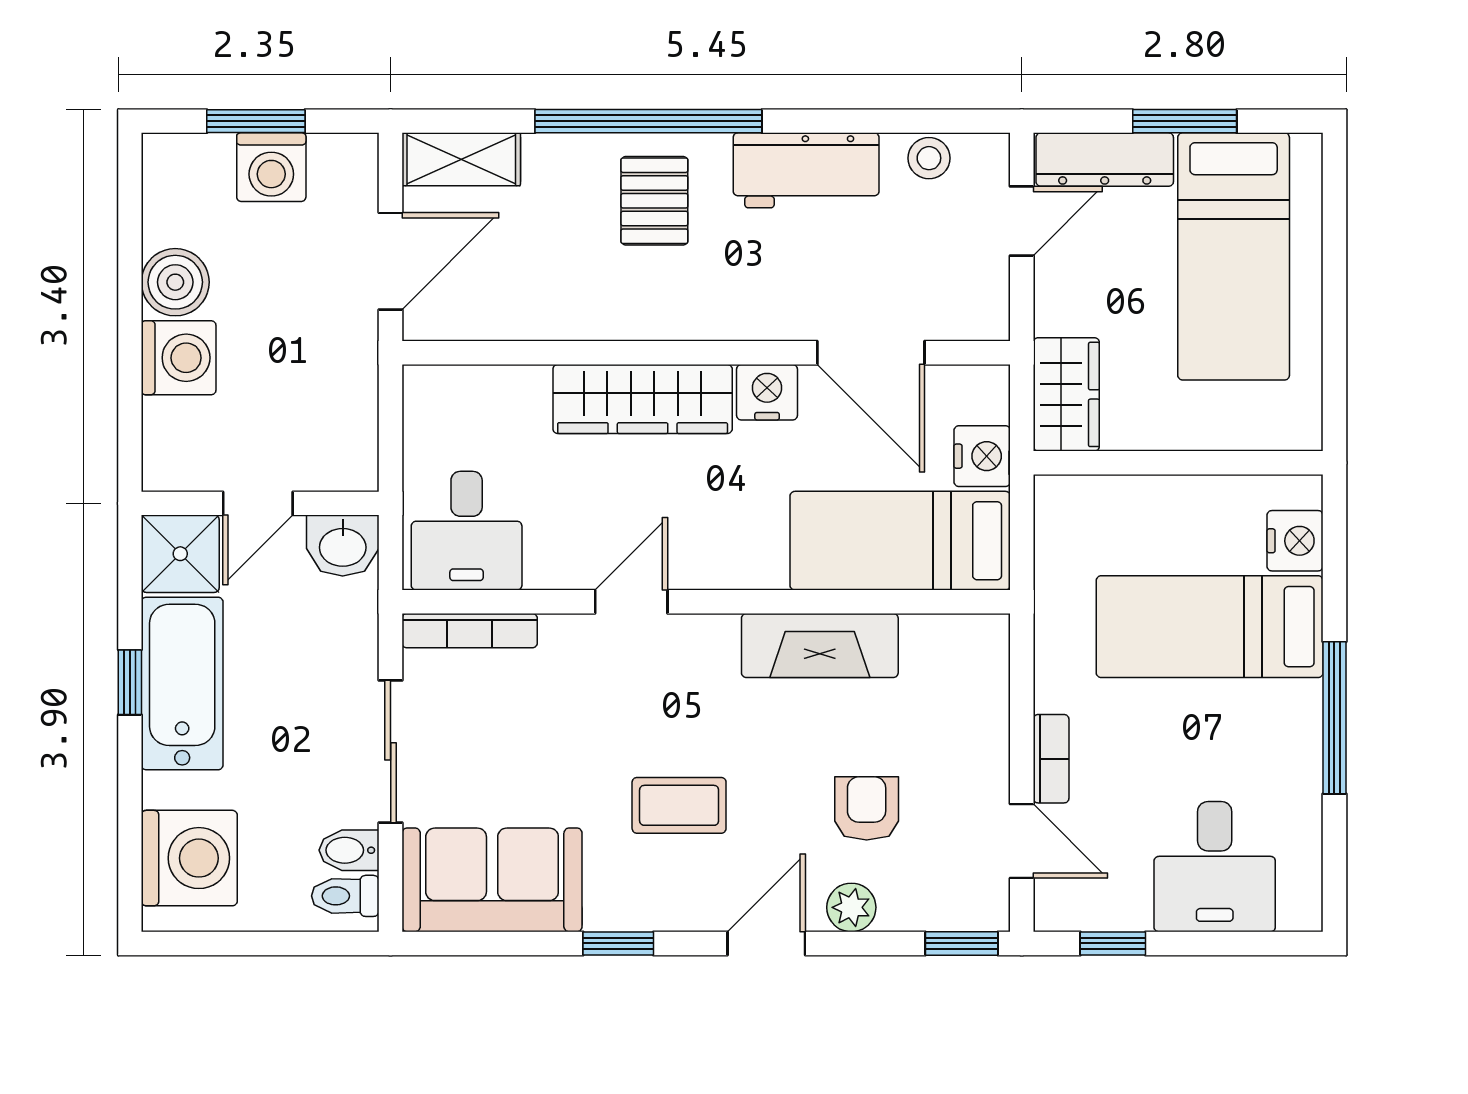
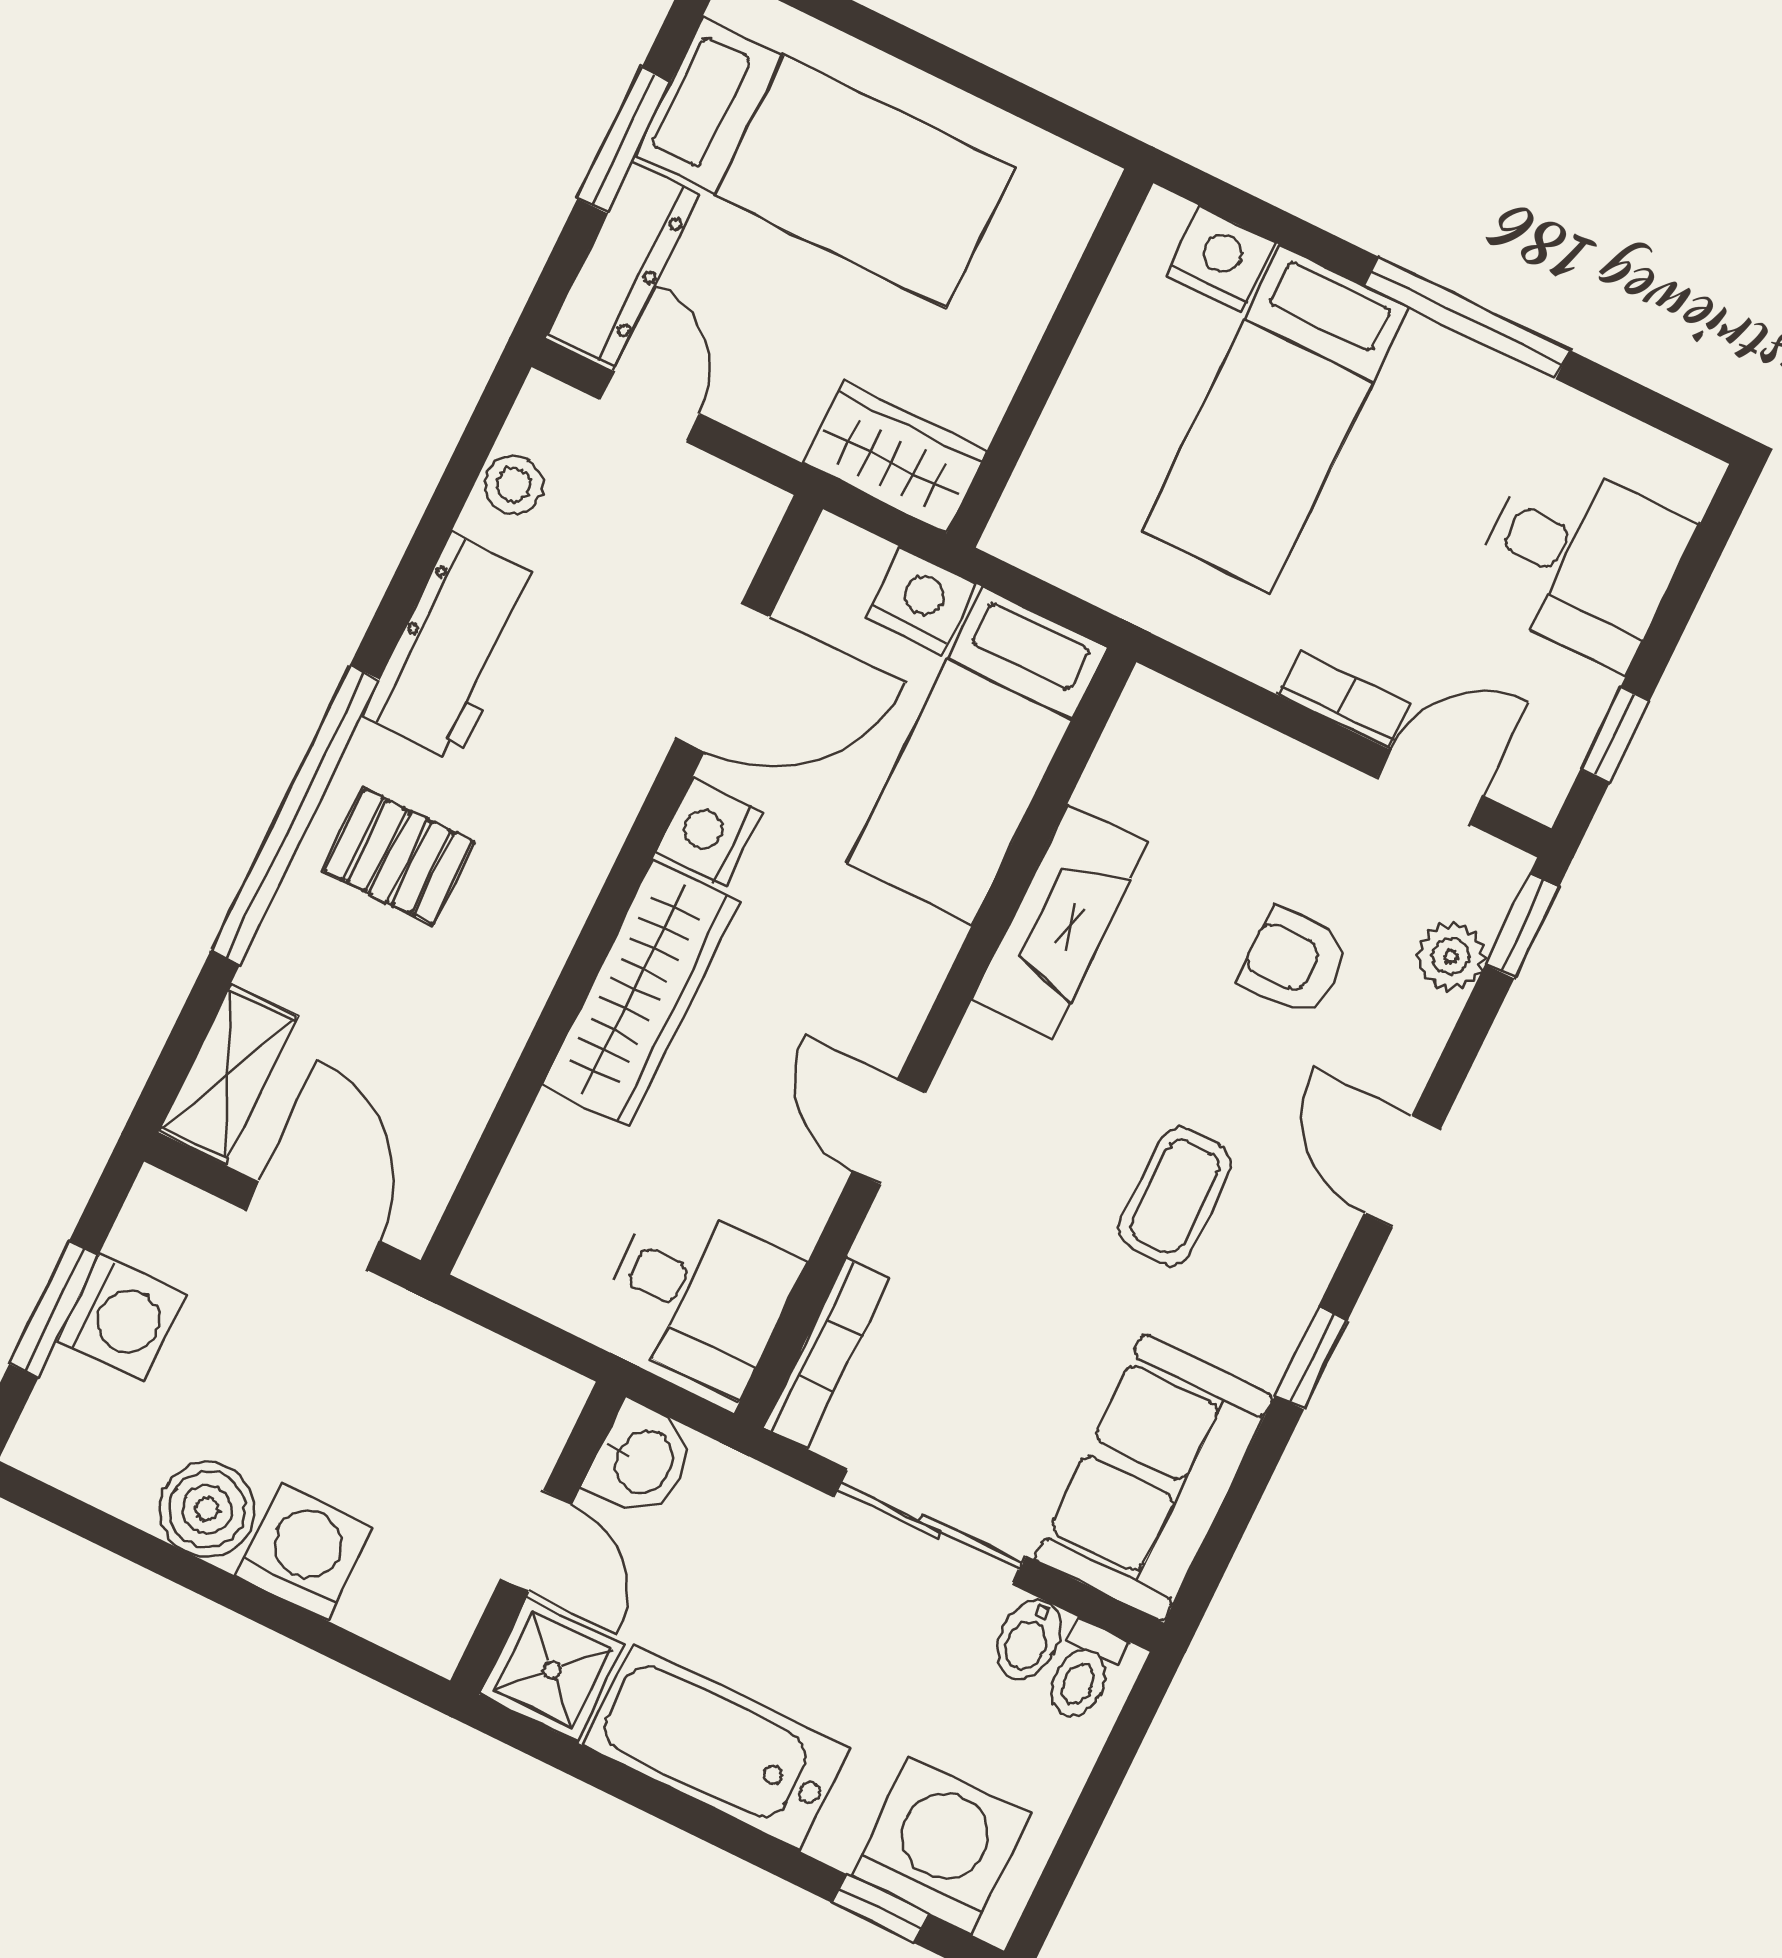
window: (130, 682) -> (880, 1909), moved
plant: (851, 907) -> (1451, 956), moved

